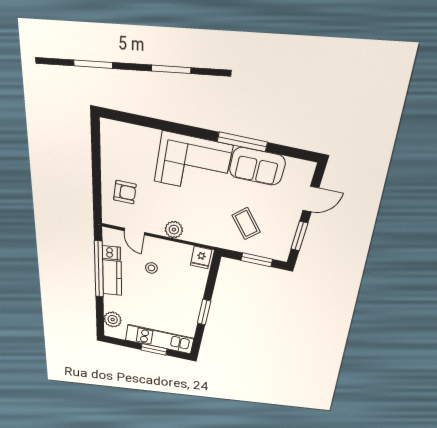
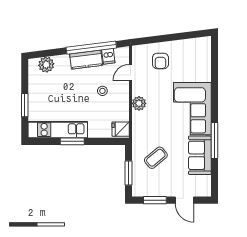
kitchen unit: (160, 339) -> (58, 130), moved, turned -90

